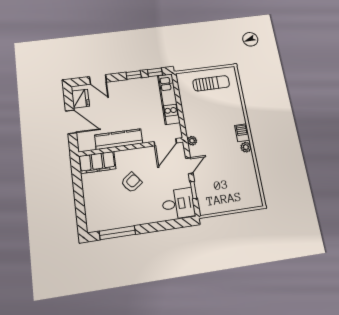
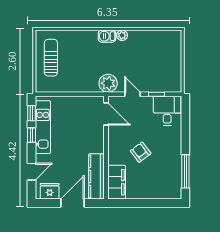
kitchen unit: (169, 99) -> (43, 127), moved, turned -90
kitchen counter: (119, 139) -> (96, 176), moved
plant: (192, 141) -> (108, 83), width x1.88, depth x1.88

